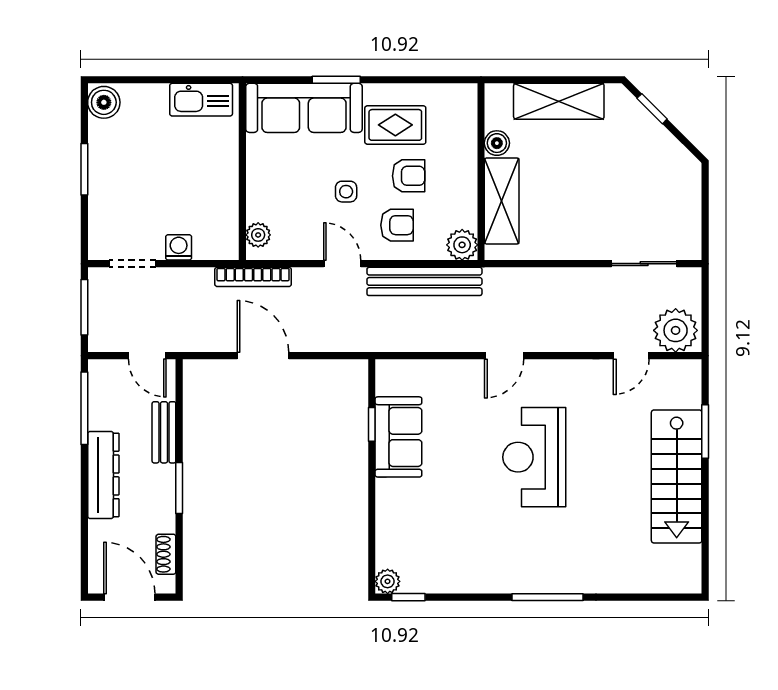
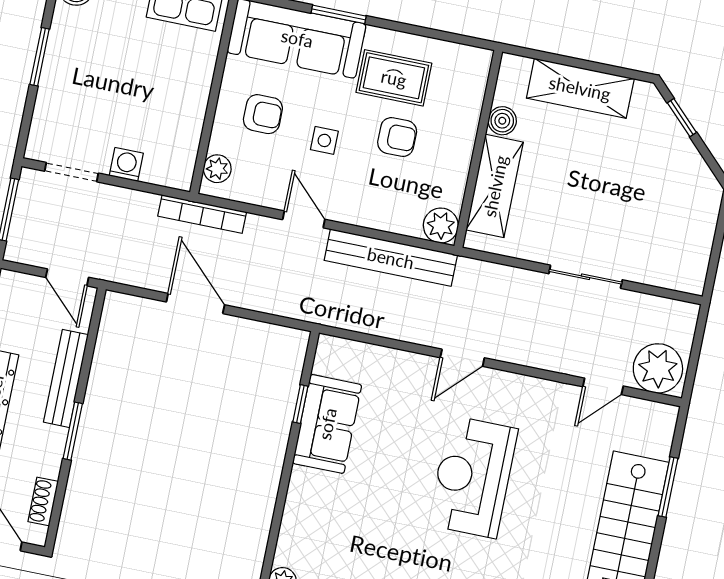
armchair: (397, 225) -> (263, 114), moved
sliding door: (644, 264) -> (586, 277), moved
bench: (164, 432) -> (66, 378), width x1.36

